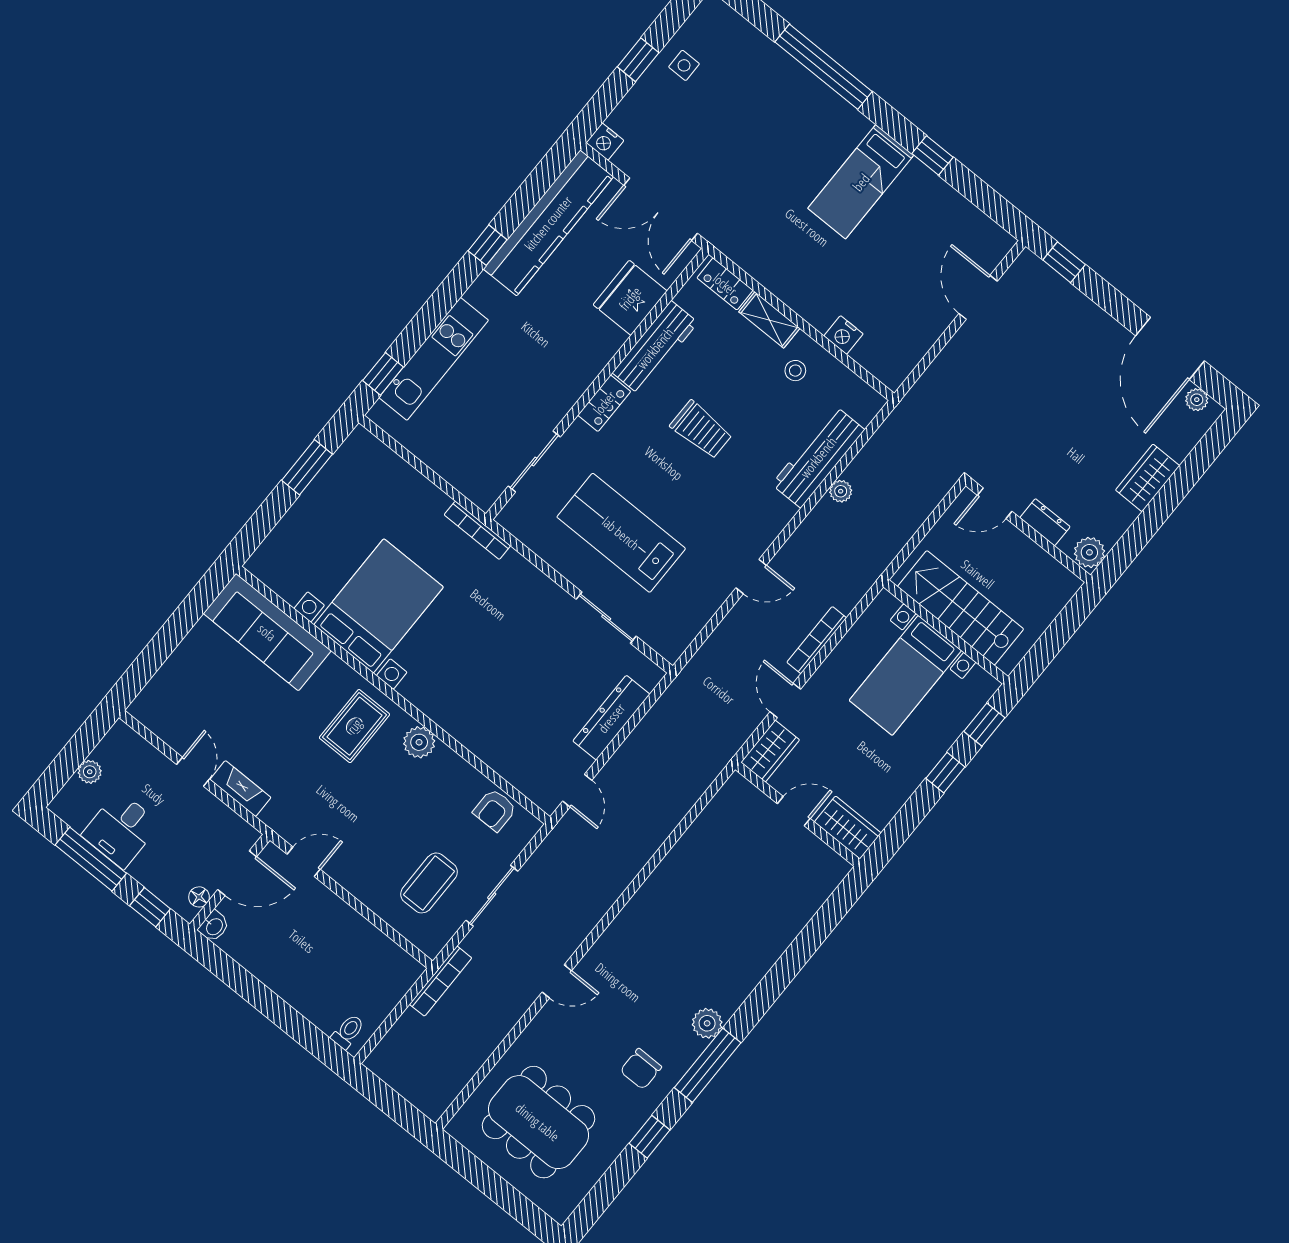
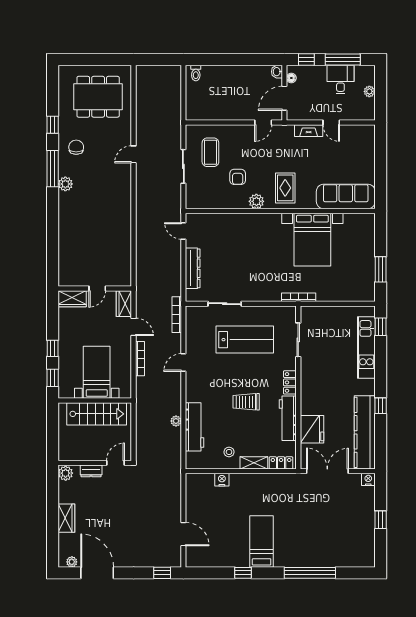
side table: (684, 65) -> (362, 531), removed
armchair: (495, 810) -> (238, 177), moved, turned 180
bookcase: (441, 981) -> (177, 315), moved

